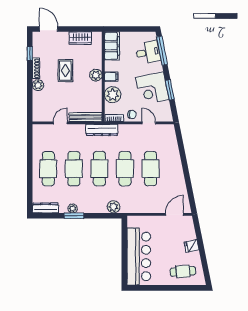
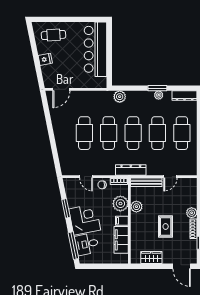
filing cabinet: (112, 46) -> (121, 240), moved
plant: (96, 75) -> (136, 207), moved
corner desk: (152, 88) -> (85, 219), moved

